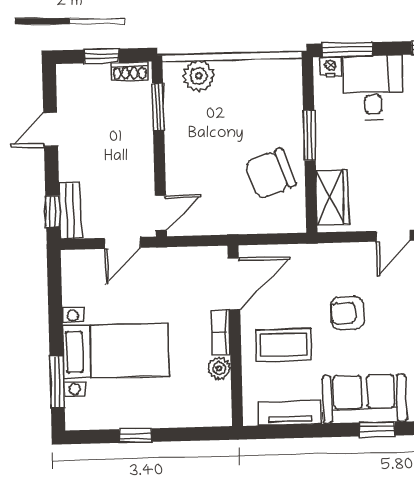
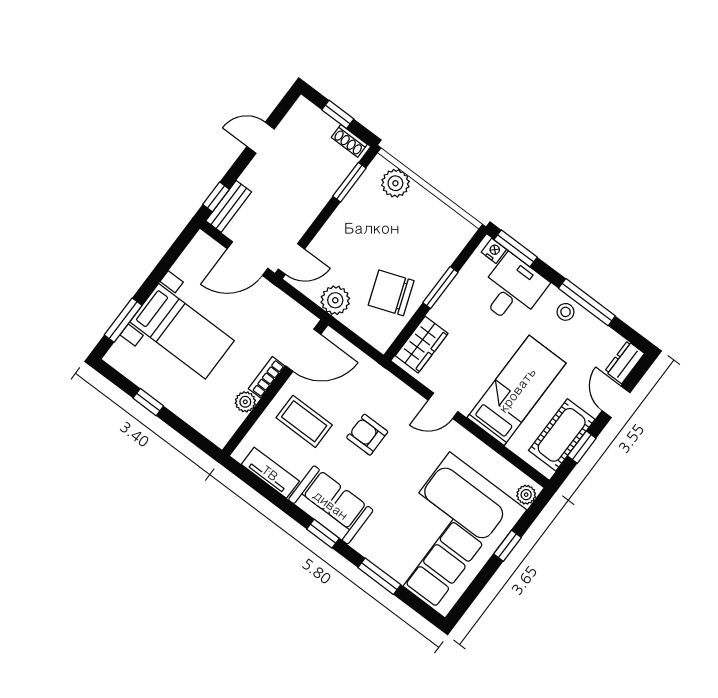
plant: (227, 219) -> (335, 300), added
door: (122, 243) -> (248, 259), width x1.38

